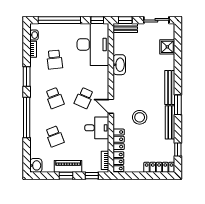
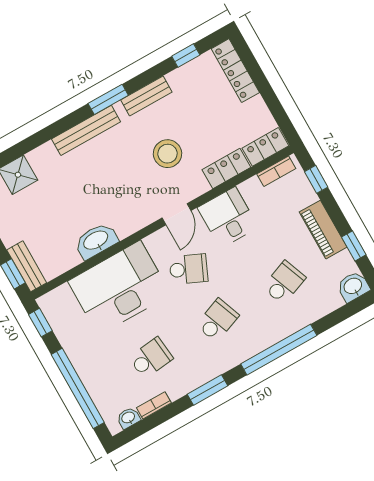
desk: (93, 44) -> (119, 288), moved
bench: (170, 122) -> (146, 96), width x0.73
window: (66, 176) -> (354, 246), moved

